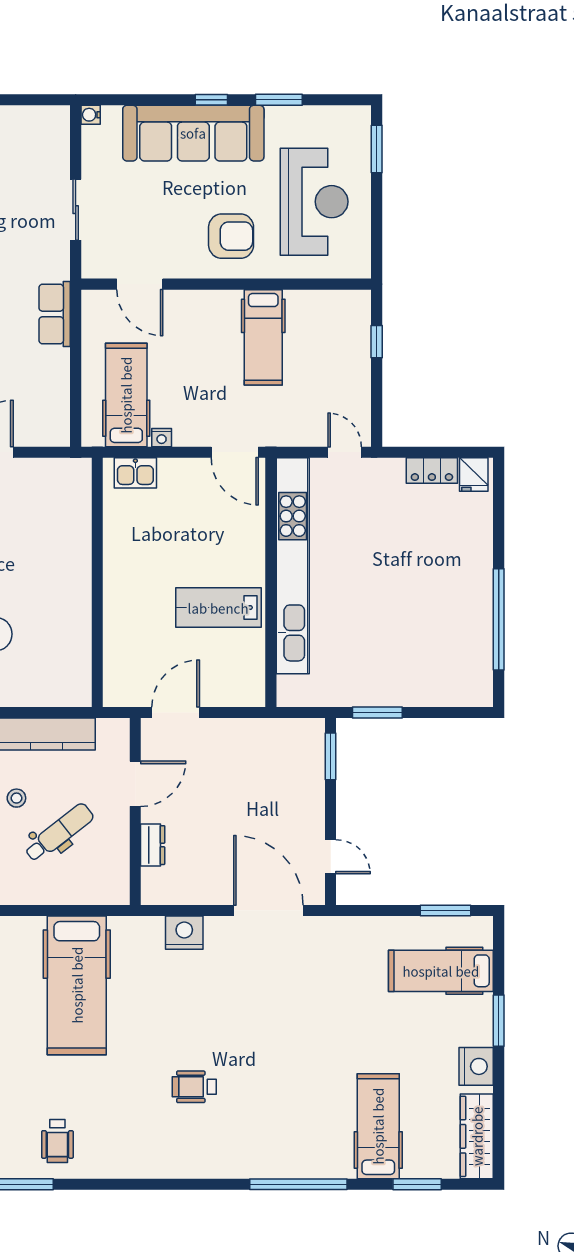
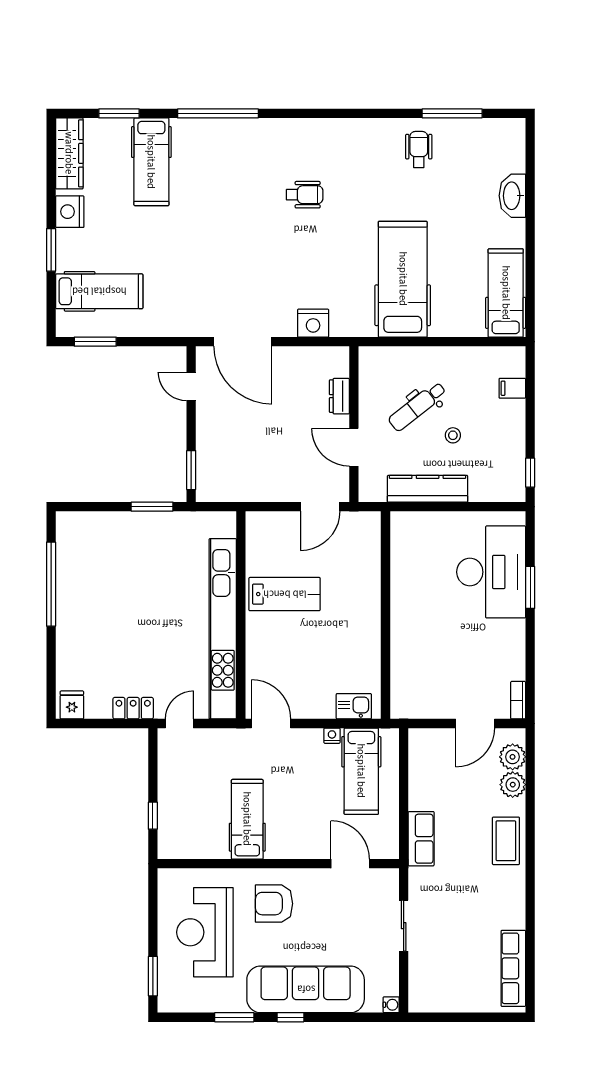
door: (345, 452) -> (179, 723), swing flipped
locker: (432, 471) -> (133, 708), moved
door: (135, 784) -> (354, 447), hinge flipped

